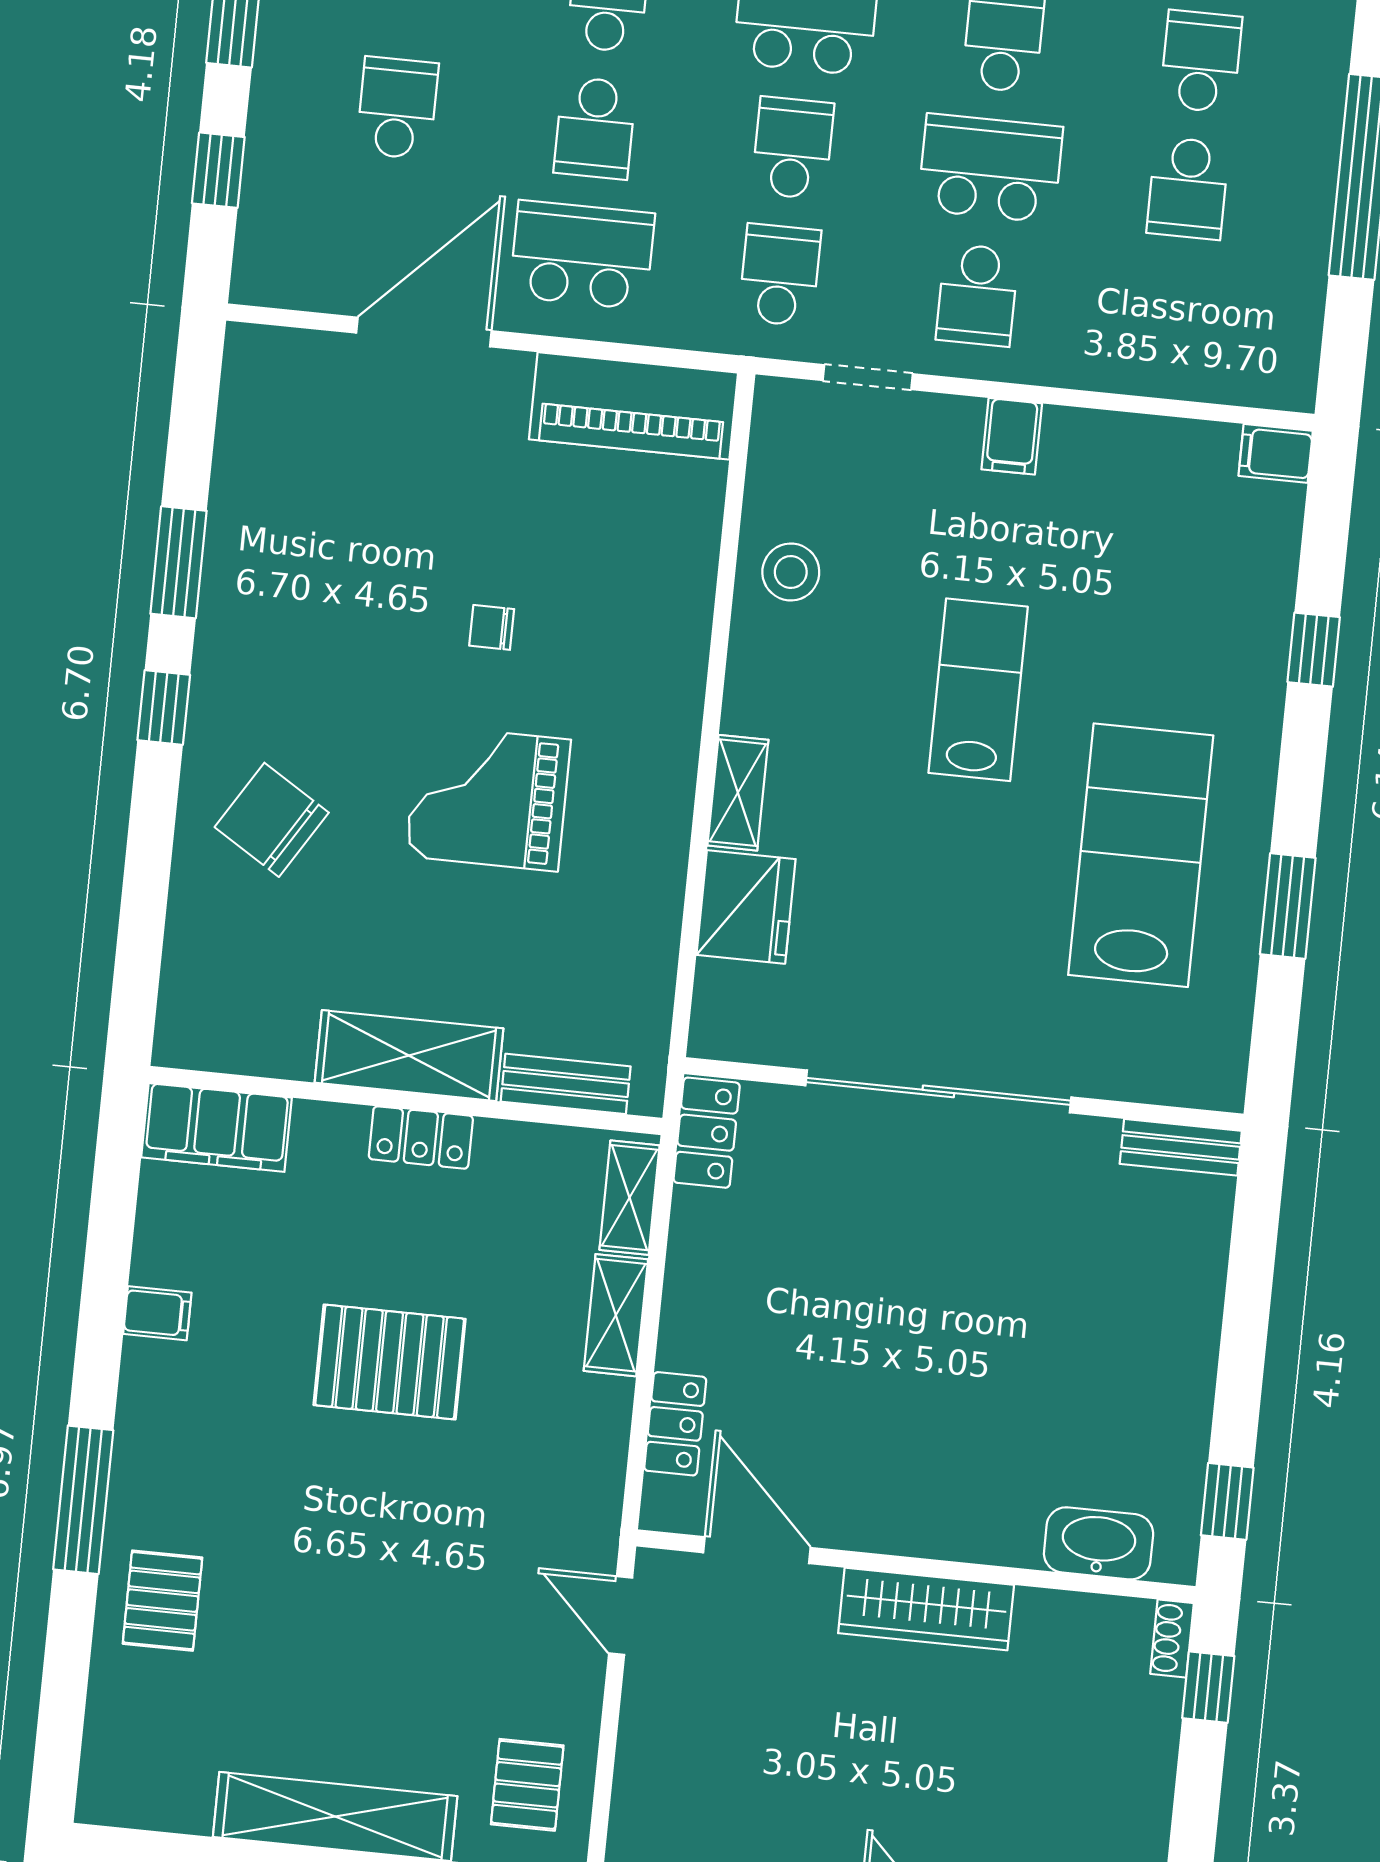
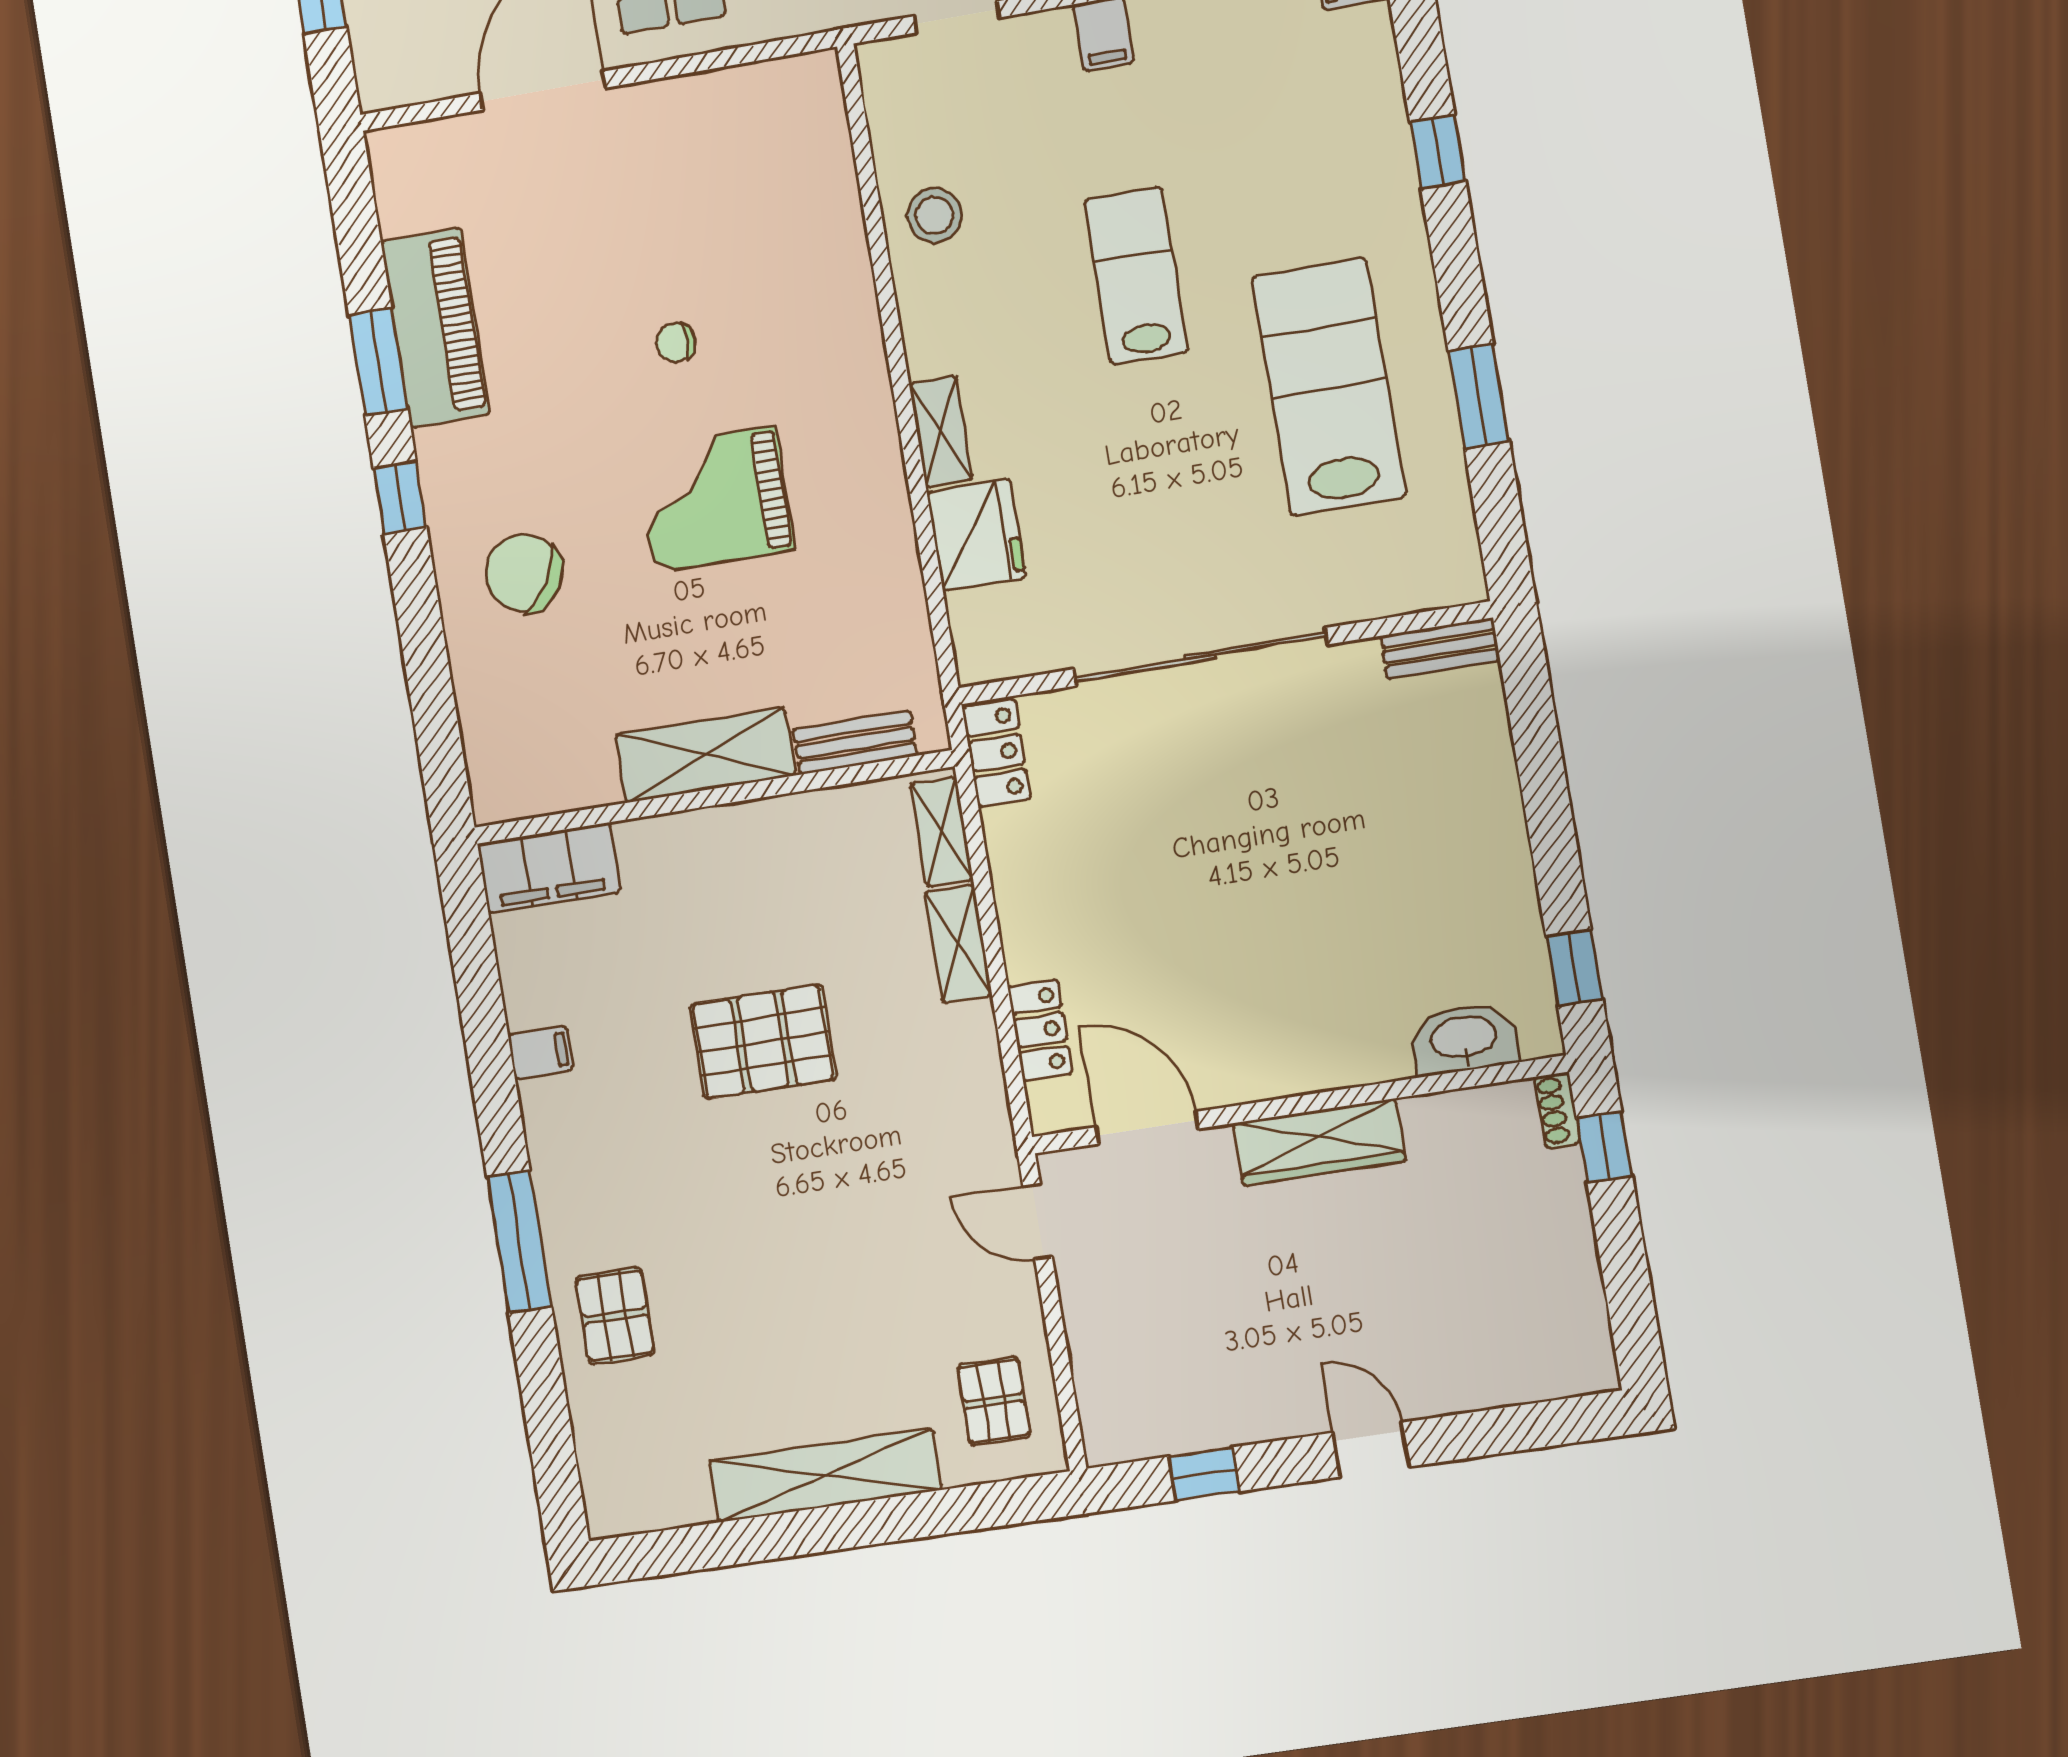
piano: (634, 406) -> (435, 327), moved, turned -90
locker: (421, 1137) -> (736, 827), removed

